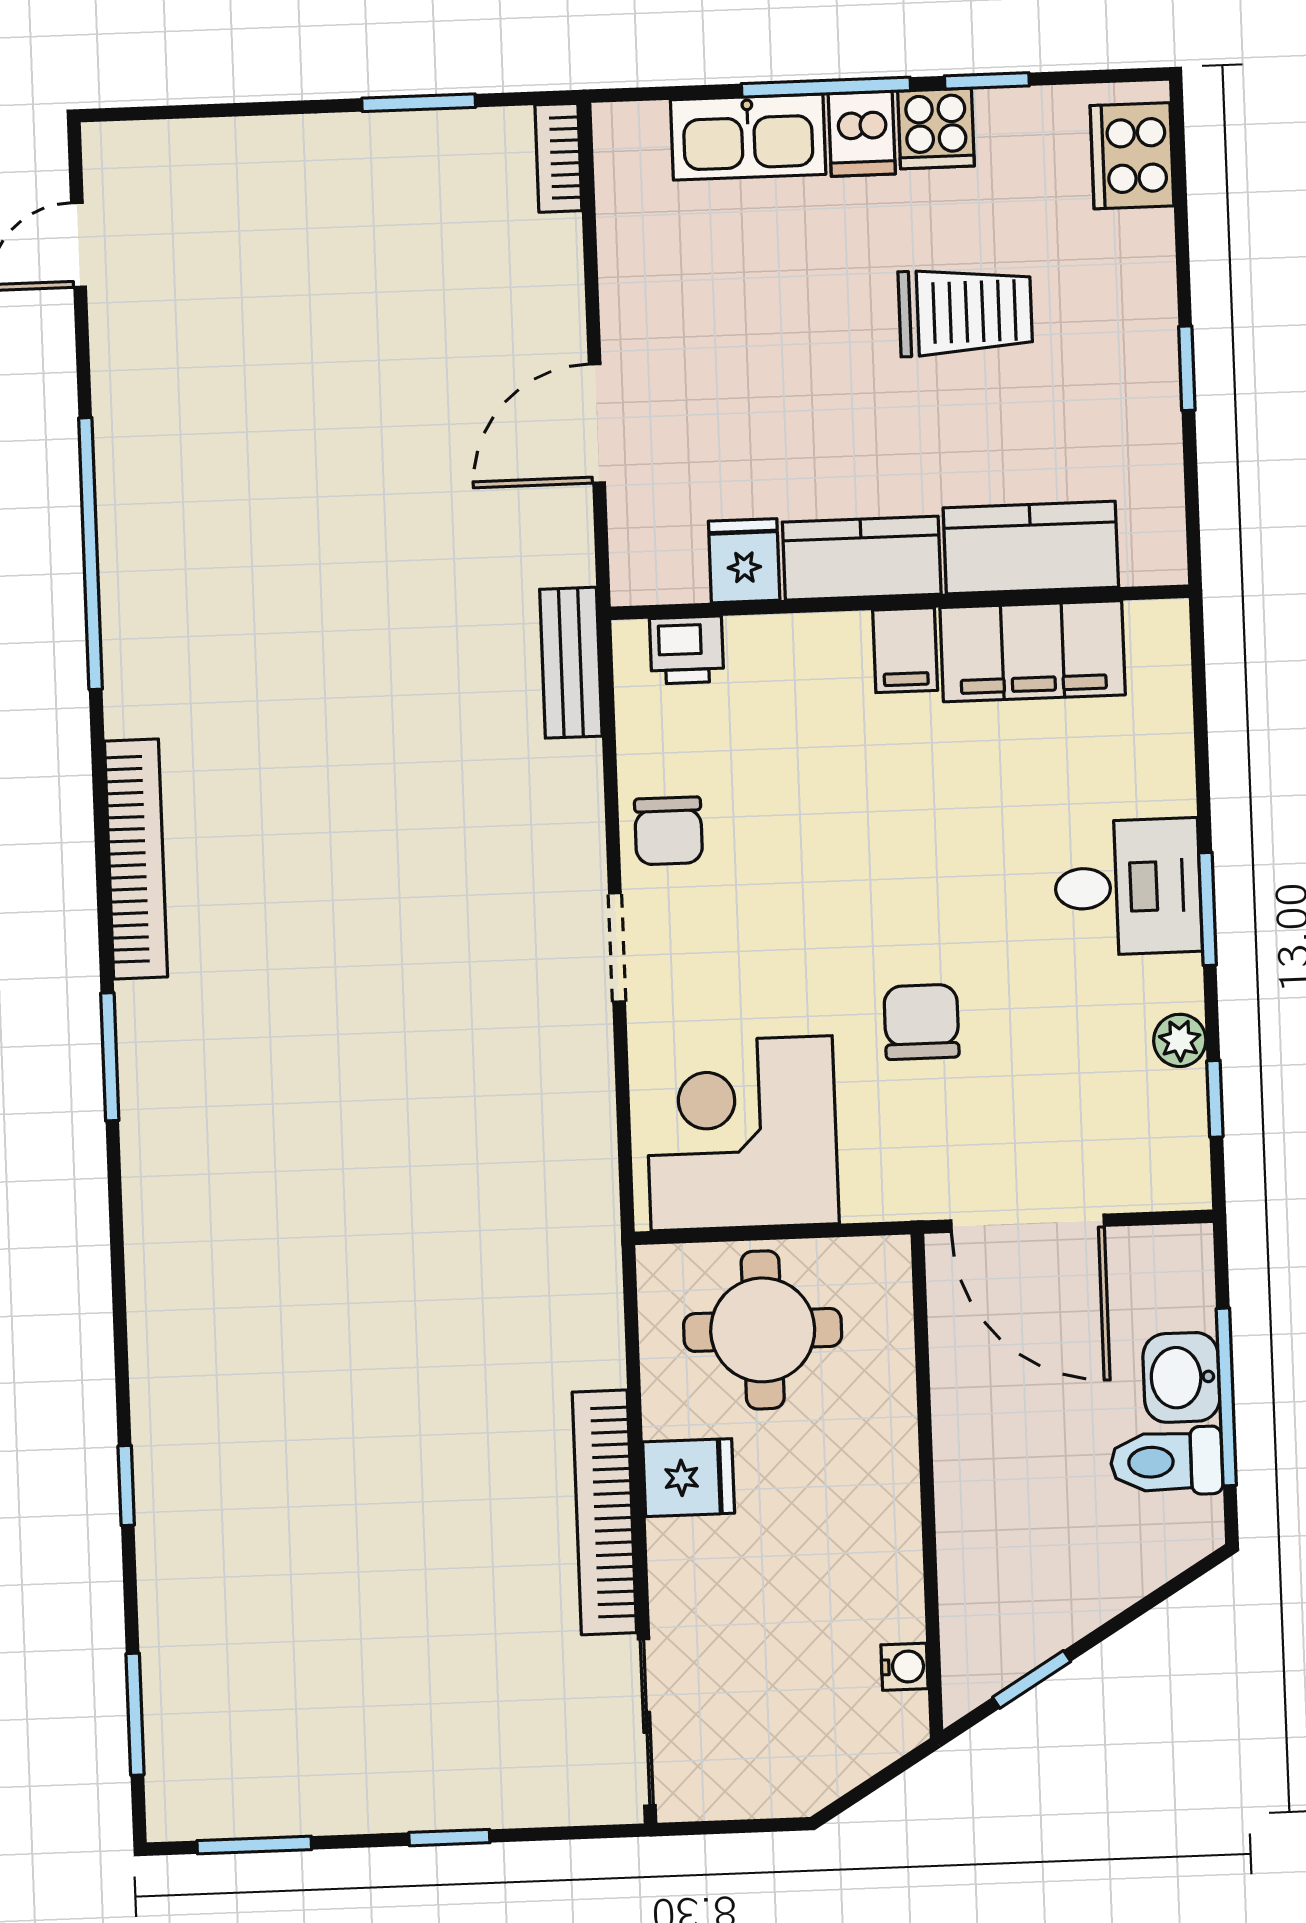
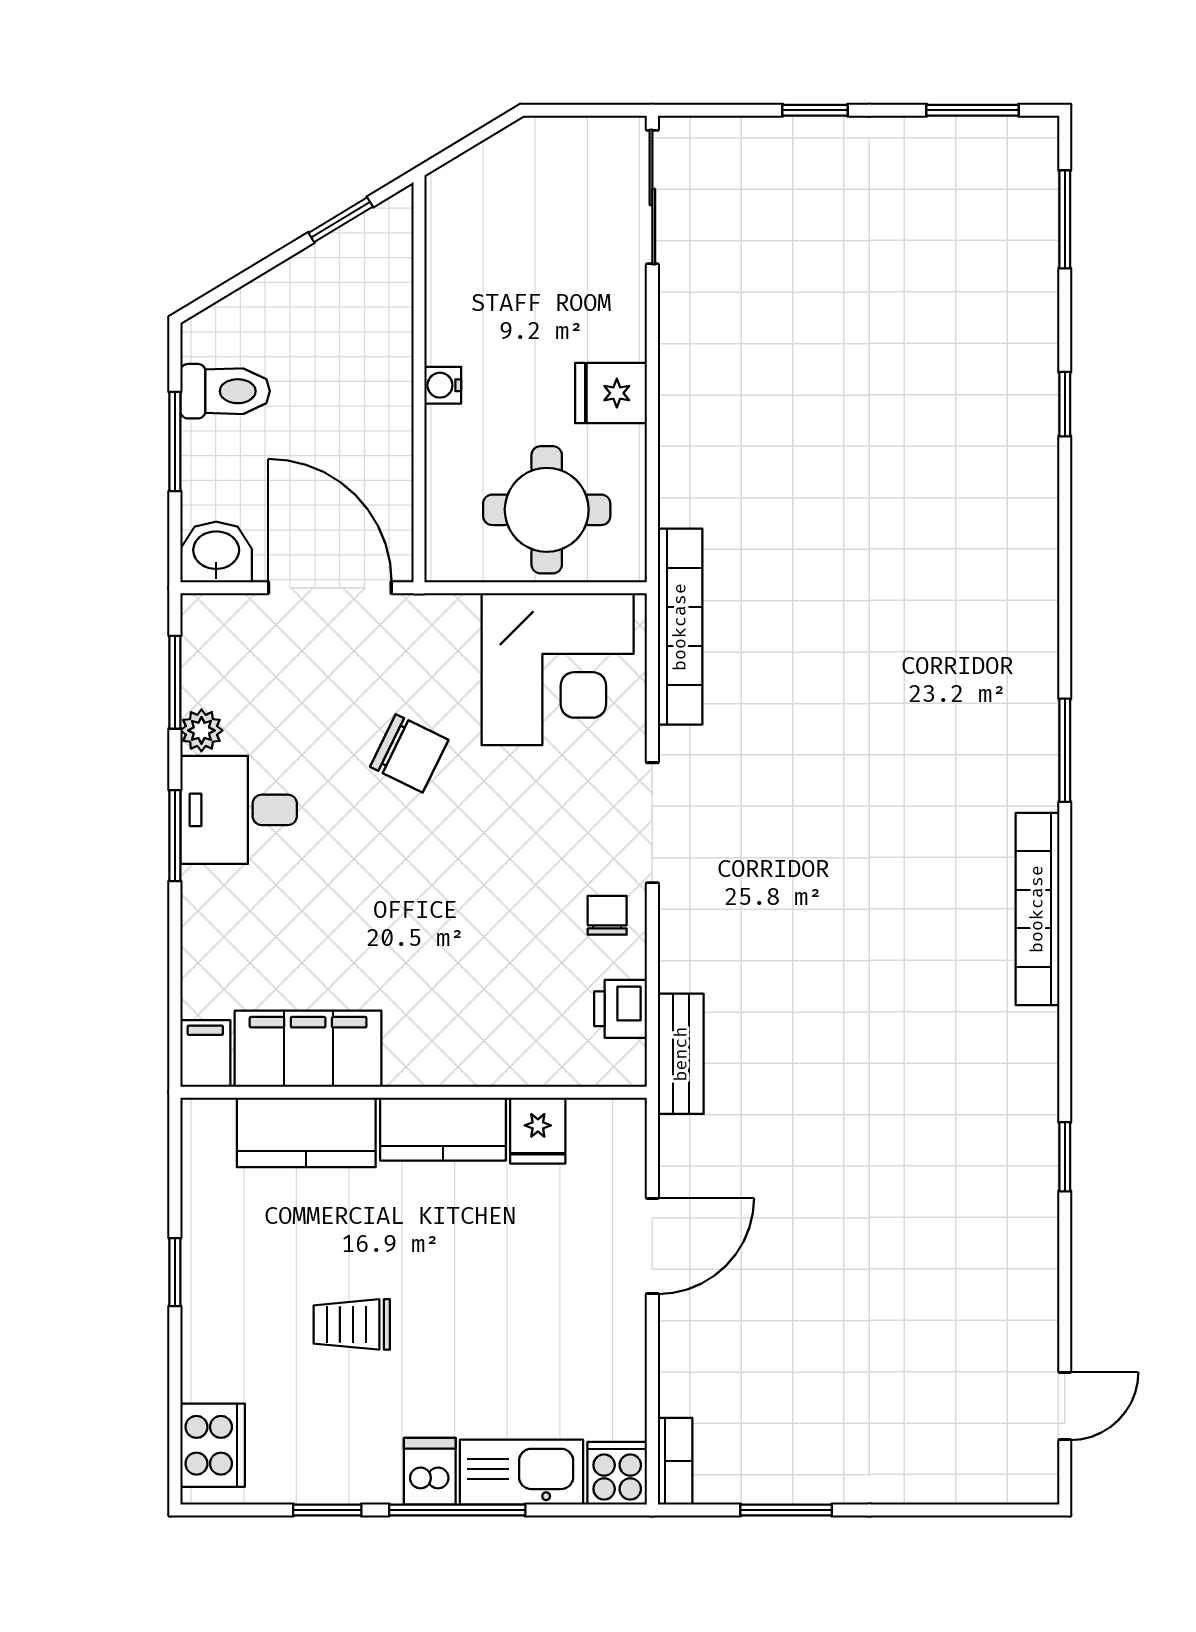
cooker: (936, 128) -> (617, 1473), moved
trolley: (965, 312) -> (352, 1324), width x0.73, depth x0.72
window: (90, 554) -> (1065, 1157), width x0.32
printer: (687, 650) -> (621, 1009), moved, turned -90
filing cabinet: (905, 650) -> (205, 1054), moved
chair: (669, 831) -> (607, 915), width x0.73, depth x0.73
desk: (1128, 887) -> (239, 810), moved
doorway: (617, 947) -> (652, 823), width x1.38
chair: (921, 1022) -> (409, 753), turned -64
window: (1215, 1099) -> (175, 682), width x1.50
washbasin: (1181, 1377) -> (216, 552), moved, turned -90
window: (1226, 1397) -> (175, 441), width x0.69
bookcase: (604, 1512) -> (680, 627), moved
water cooler: (904, 1667) -> (443, 385), moved

